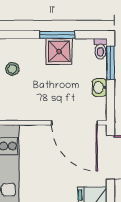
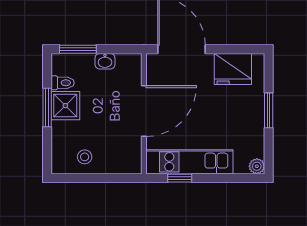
toilet: (100, 49) -> (63, 83), moved
door: (74, 123) -> (144, 111), moved

